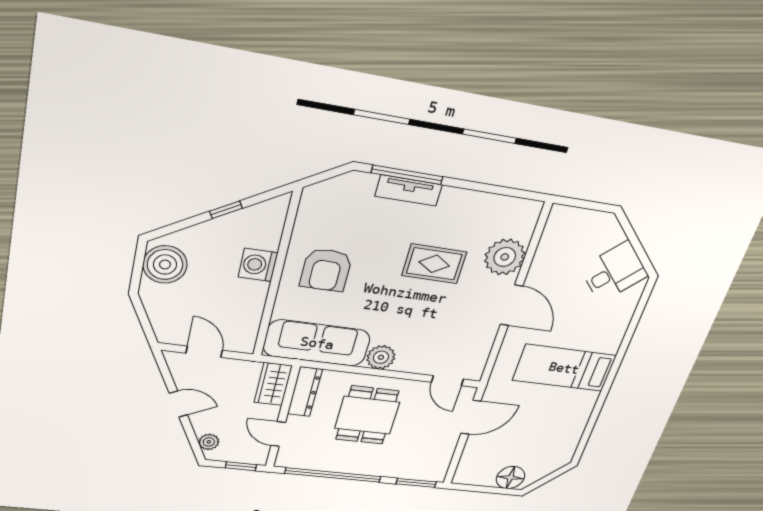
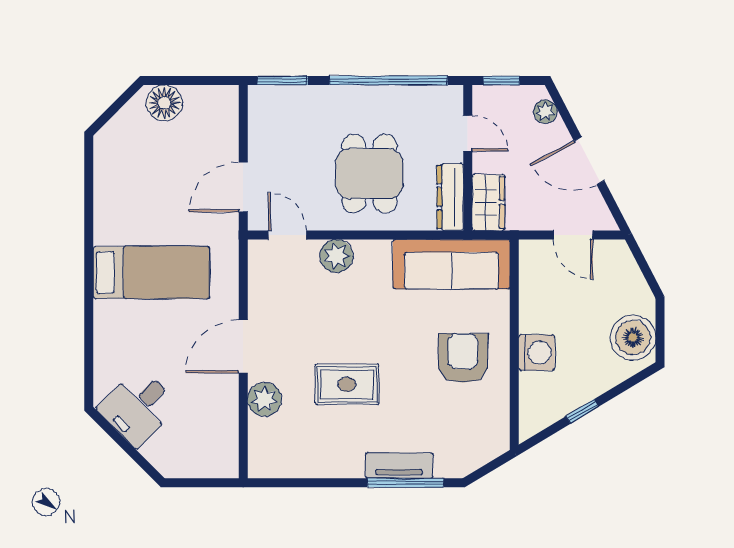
plant: (505, 257) -> (264, 399), width x0.73, depth x0.73
door: (511, 305) -> (243, 346), hinge flipped
plant: (381, 357) -> (336, 256), moved
door: (178, 404) -> (589, 161), width x1.38

